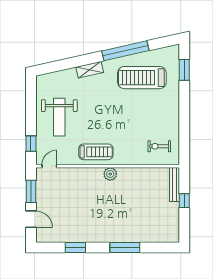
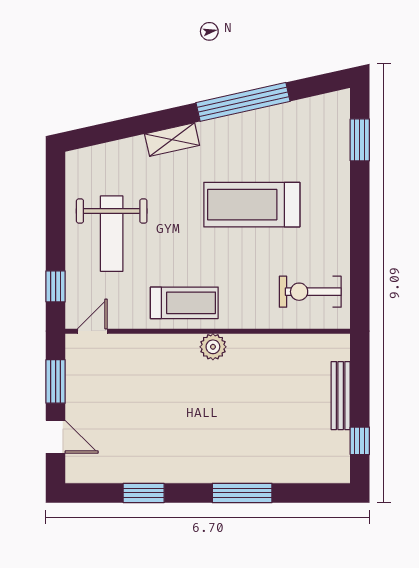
treadmill: (142, 78) -> (252, 205), moved
exercise bike: (159, 146) -> (310, 292), width x1.38, depth x1.39
bench: (175, 184) -> (341, 396), moved
window: (184, 201) -> (360, 441), moved

